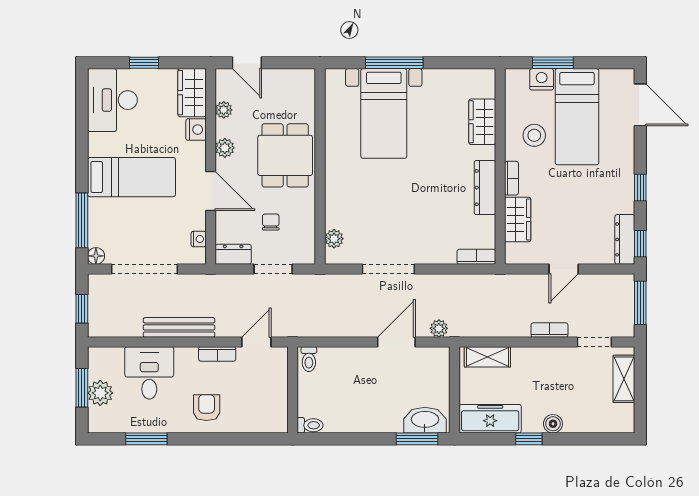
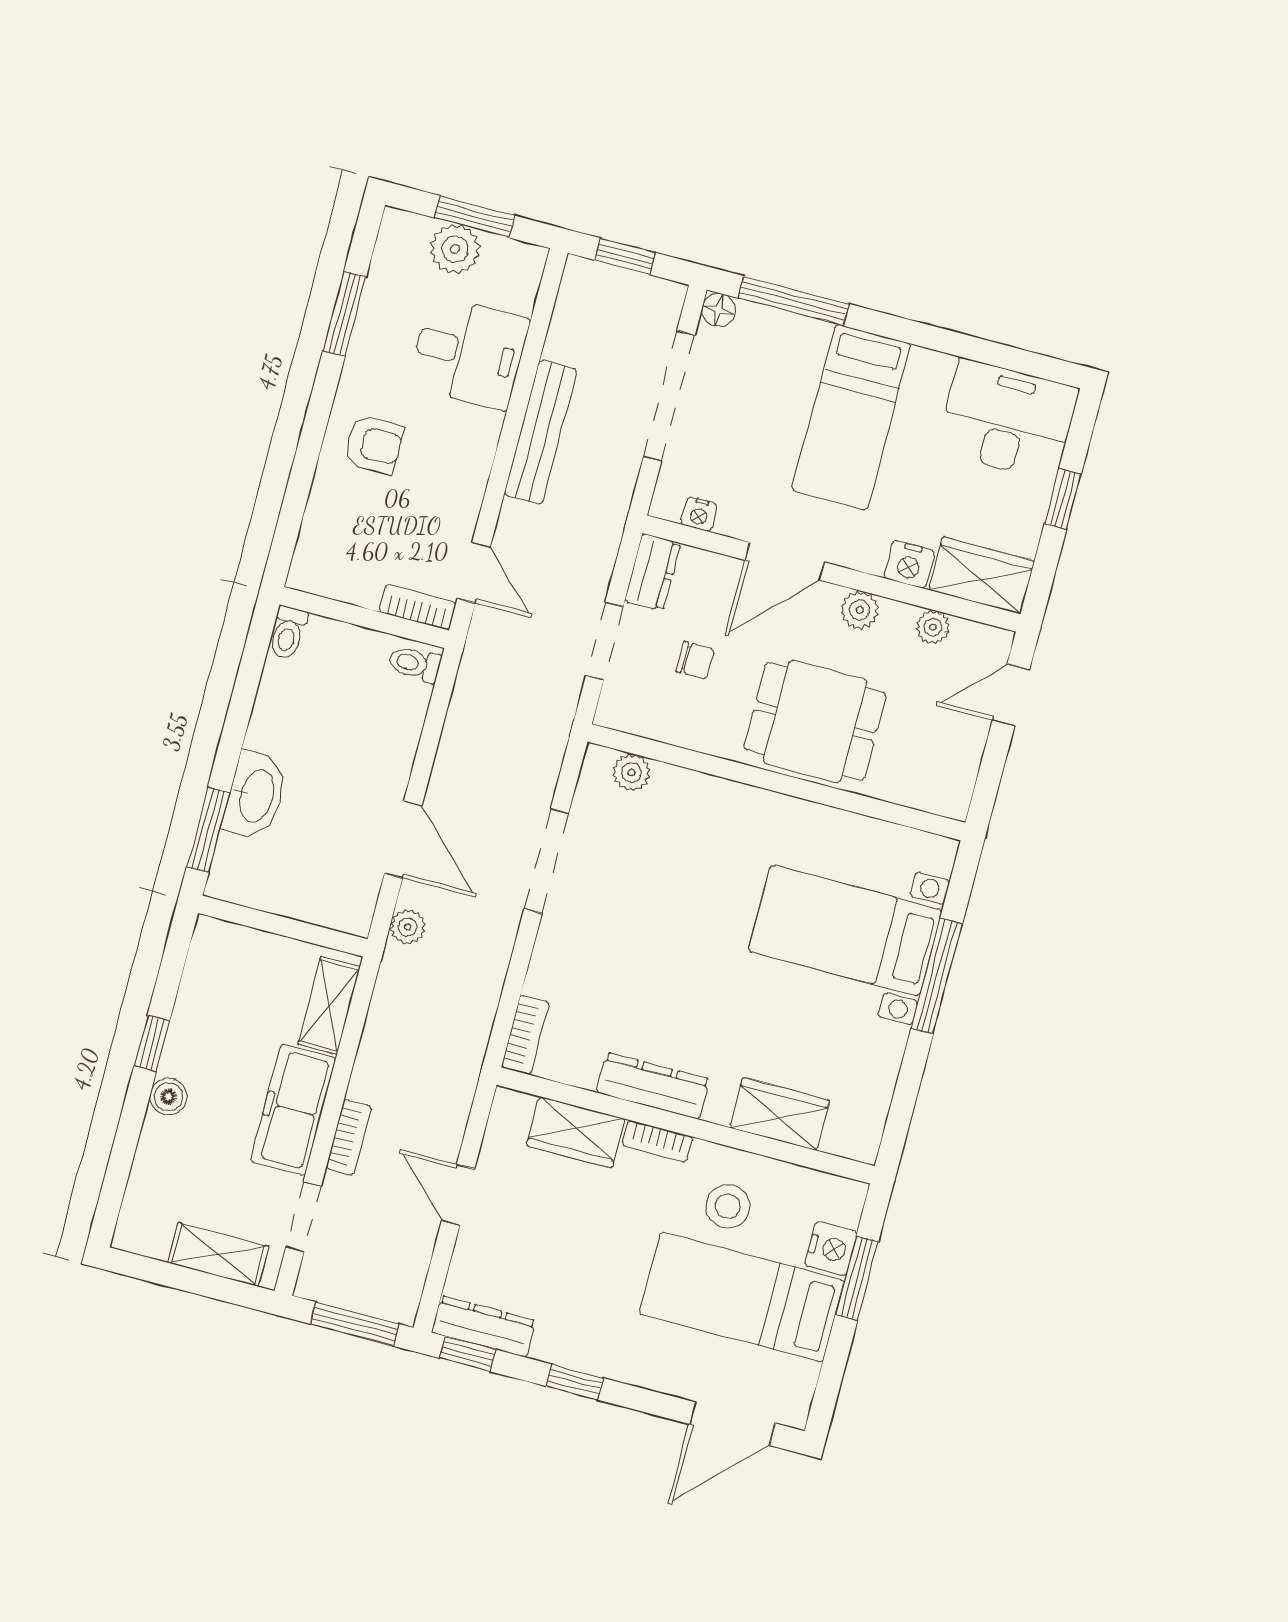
bookcase: (217, 354) -> (418, 607), moved, turned 90
freezer: (490, 419) -> (293, 1110), moved, turned 180
washbasin: (425, 420) -> (255, 796), moved

